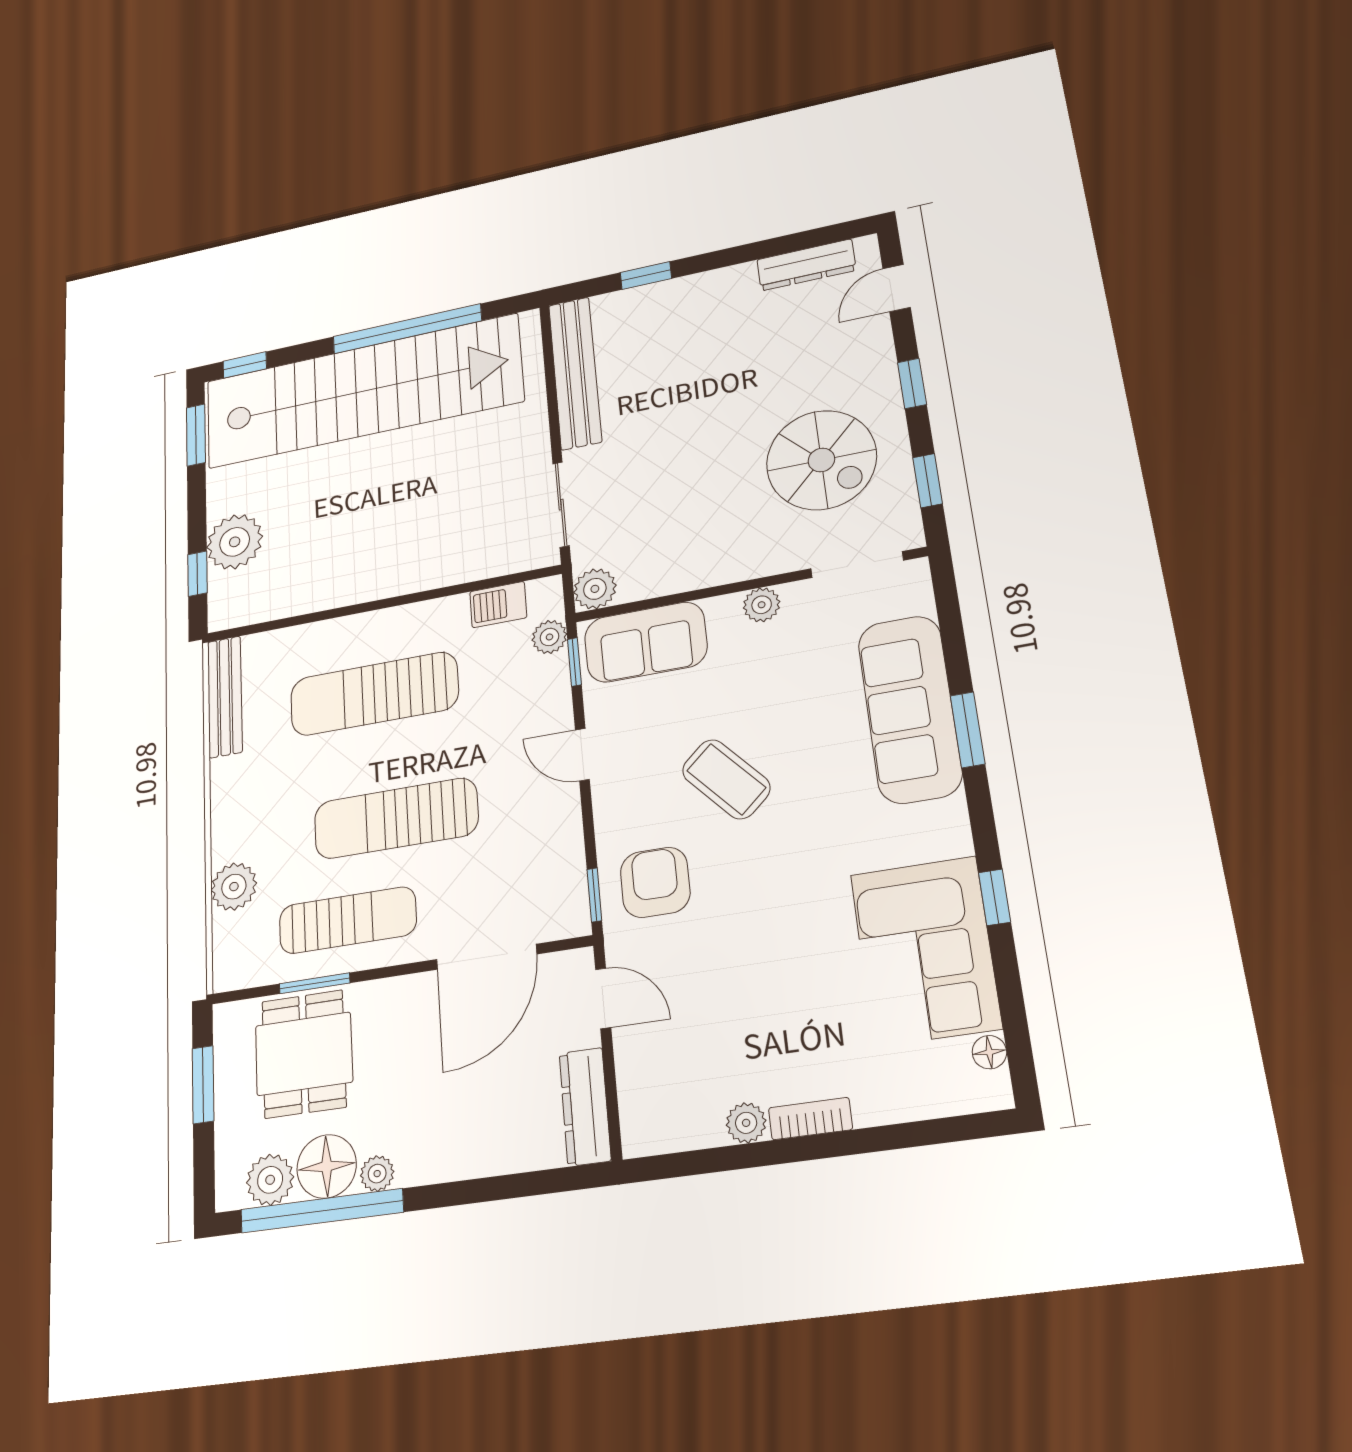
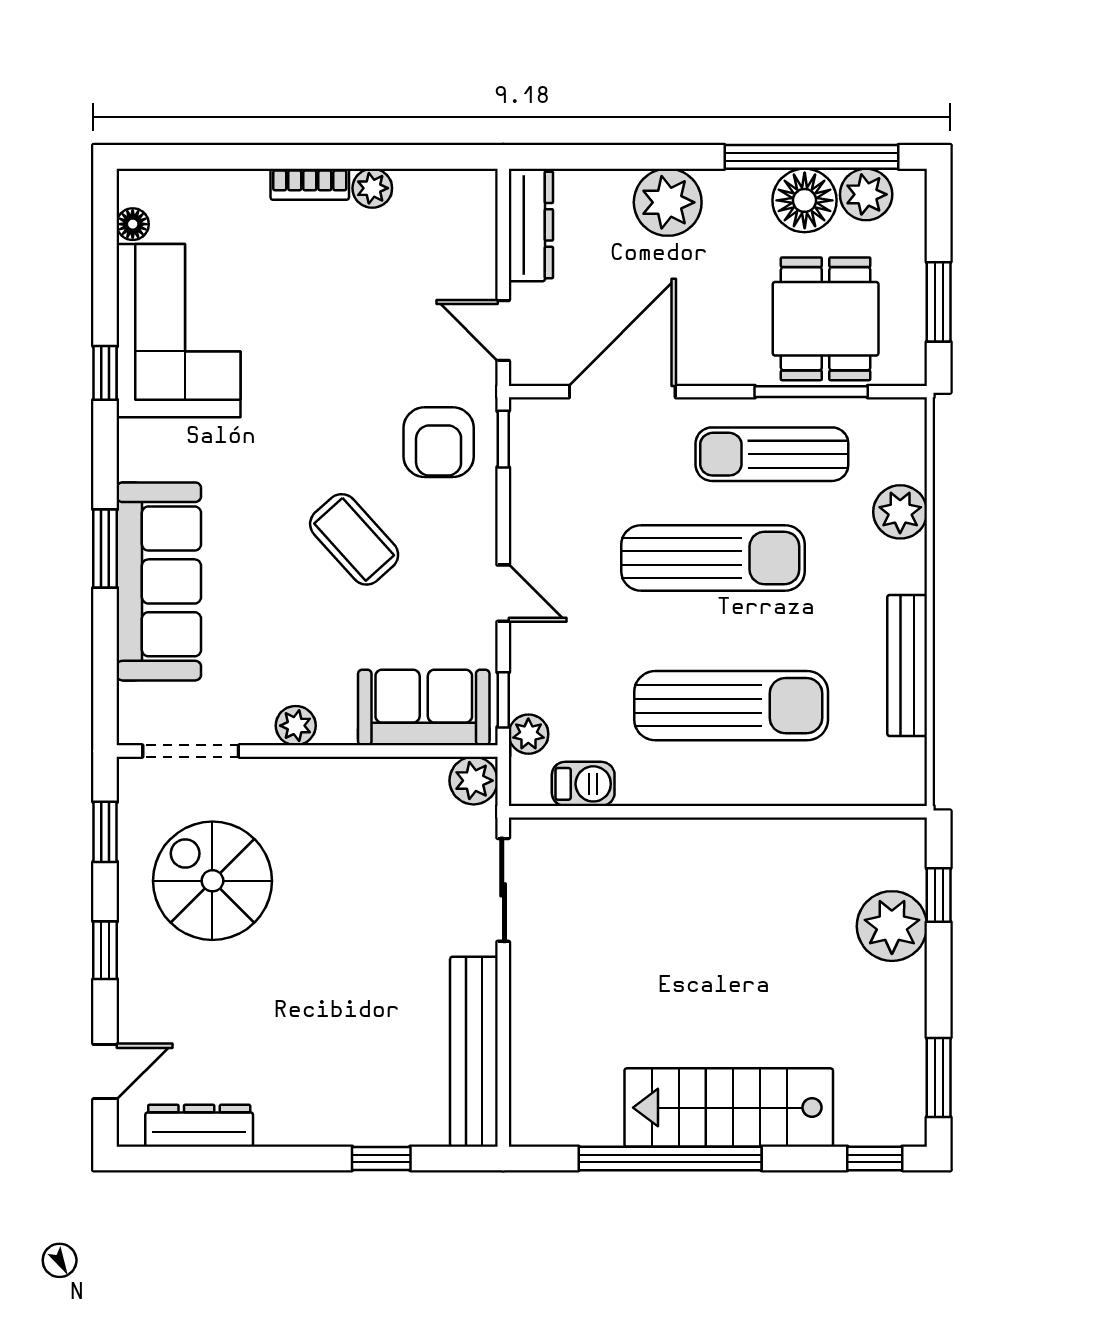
stairs: (362, 391) -> (729, 1108), width x0.54, depth x0.66
bench: (225, 697) -> (907, 666), moved
window: (315, 983) -> (811, 392), width x1.44
plant: (377, 1174) -> (668, 202), moved, width x1.88, depth x1.88

